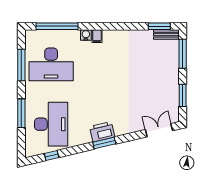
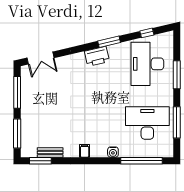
bench: (166, 35) -> (50, 152), moved
filing cabinet: (97, 36) -> (85, 151), moved
window: (183, 95) -> (17, 92), width x1.44
window: (104, 143) -> (109, 42), moved

